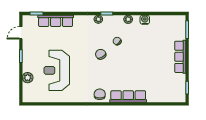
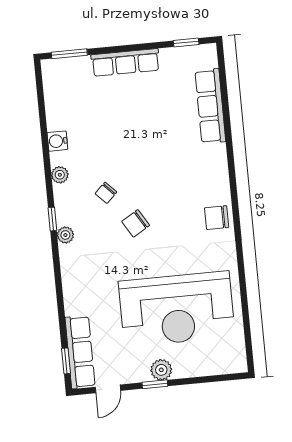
row of seats: (56, 21) -> (80, 352), moved
door: (21, 33) -> (108, 389), hinge flipped
reception desk: (57, 70) -> (177, 309), width x1.36, depth x1.30
plant: (28, 78) -> (161, 370), moved
row of seats: (128, 96) -> (210, 106), moved

